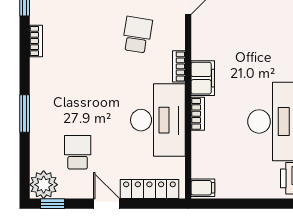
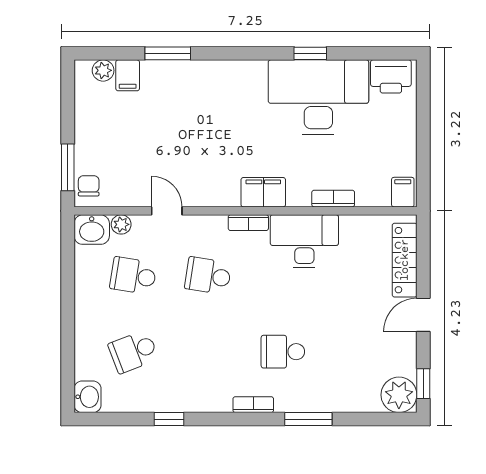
bookcase: (36, 41) -> (253, 405), moved
bookcase: (198, 114) -> (333, 199), moved
desk: (158, 120) -> (304, 241), width x0.73, depth x0.77
school desk: (78, 152) -> (283, 352), moved

